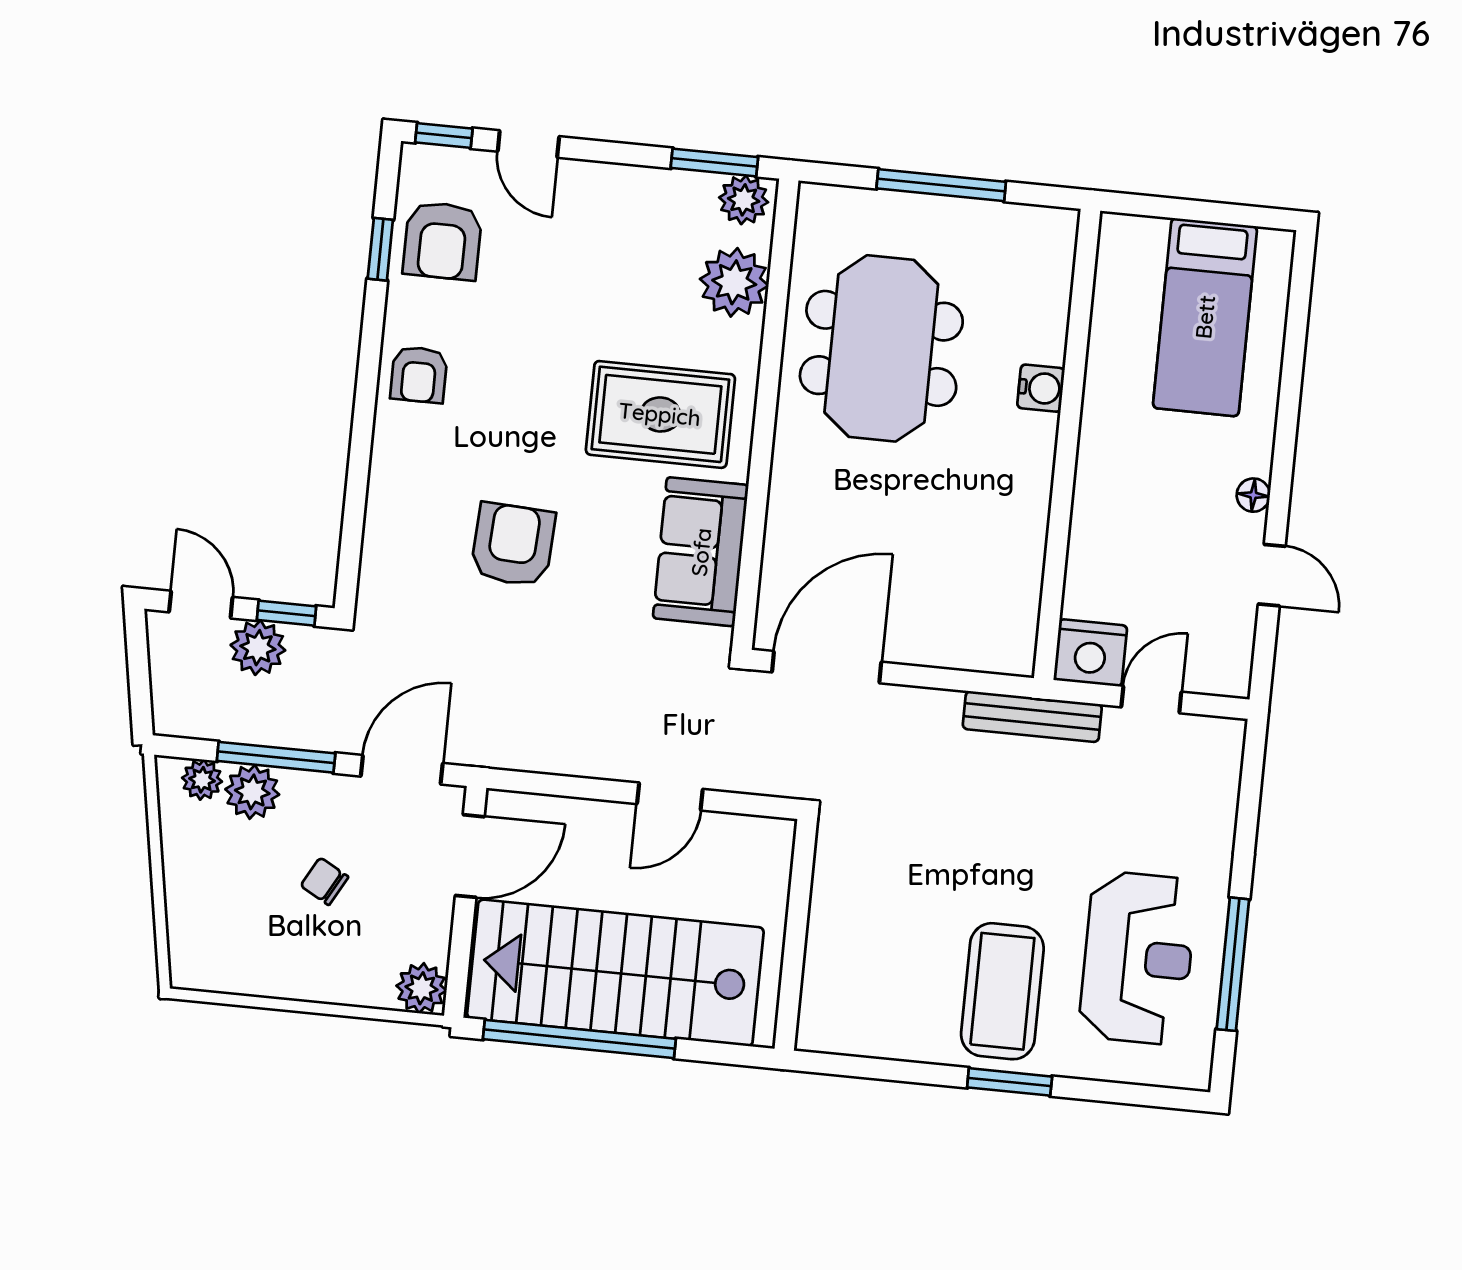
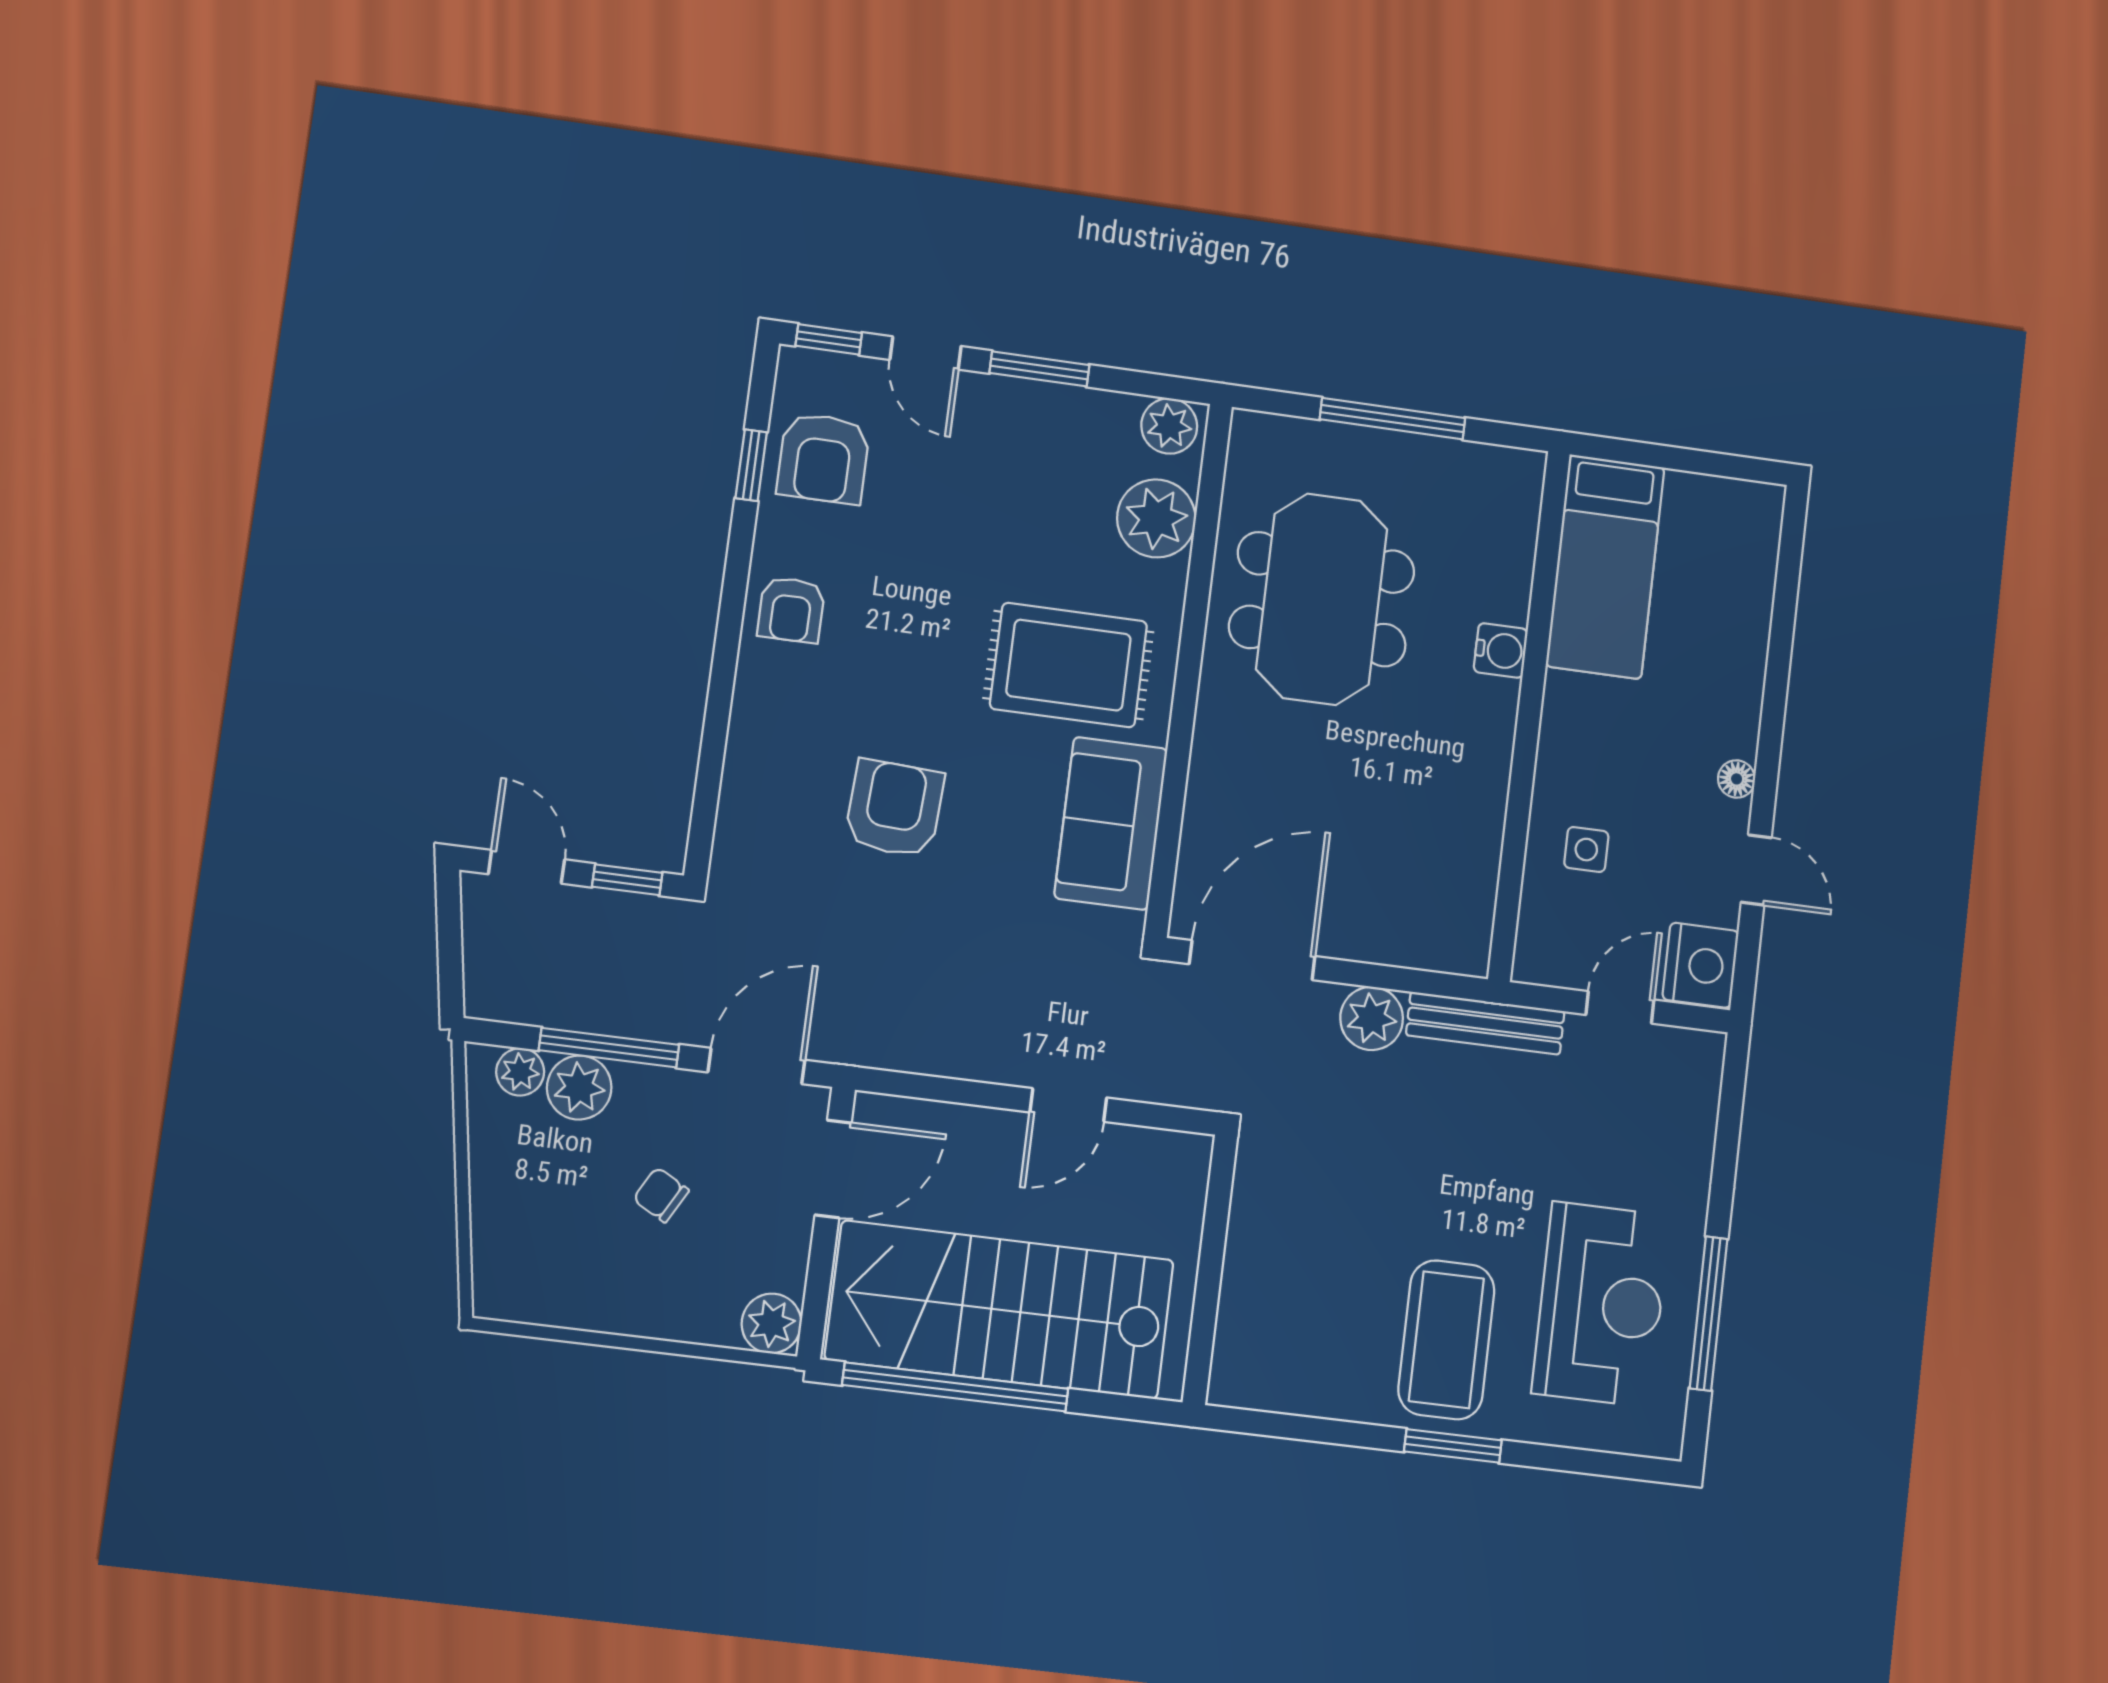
window: (714, 162) -> (1039, 369), moved
bed: (1205, 317) -> (1605, 567), moved
side table: (1120, 562) -> (1586, 850), added
plant: (258, 648) -> (1372, 1018), moved
nightstand: (1090, 653) -> (1700, 965), moved, turned -90

